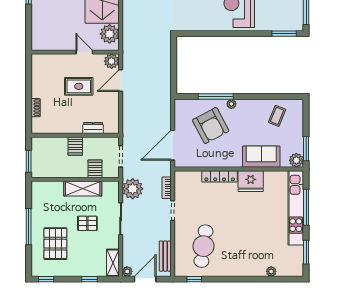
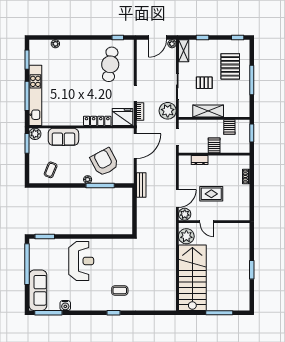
server rack: (95, 169) -> (229, 127), moved
fridge: (251, 181) -> (122, 117), moved
bench: (165, 256) -> (141, 185), moved

